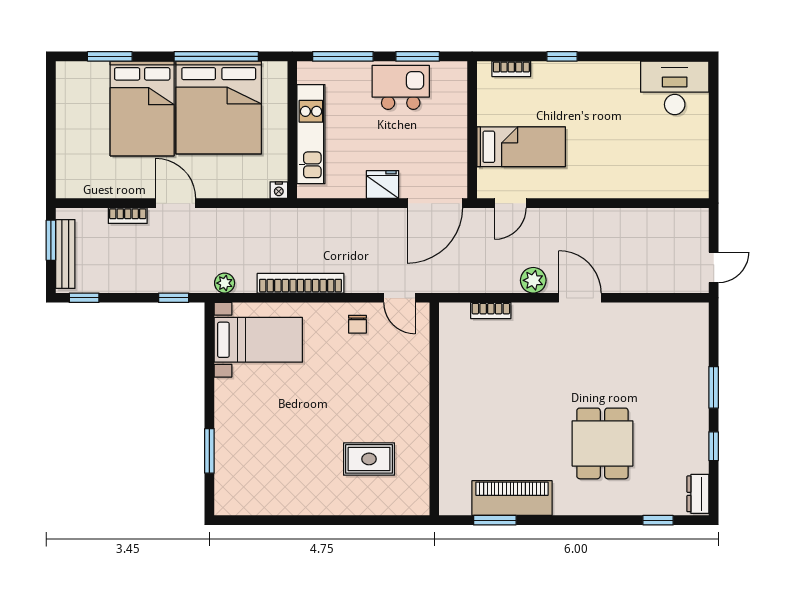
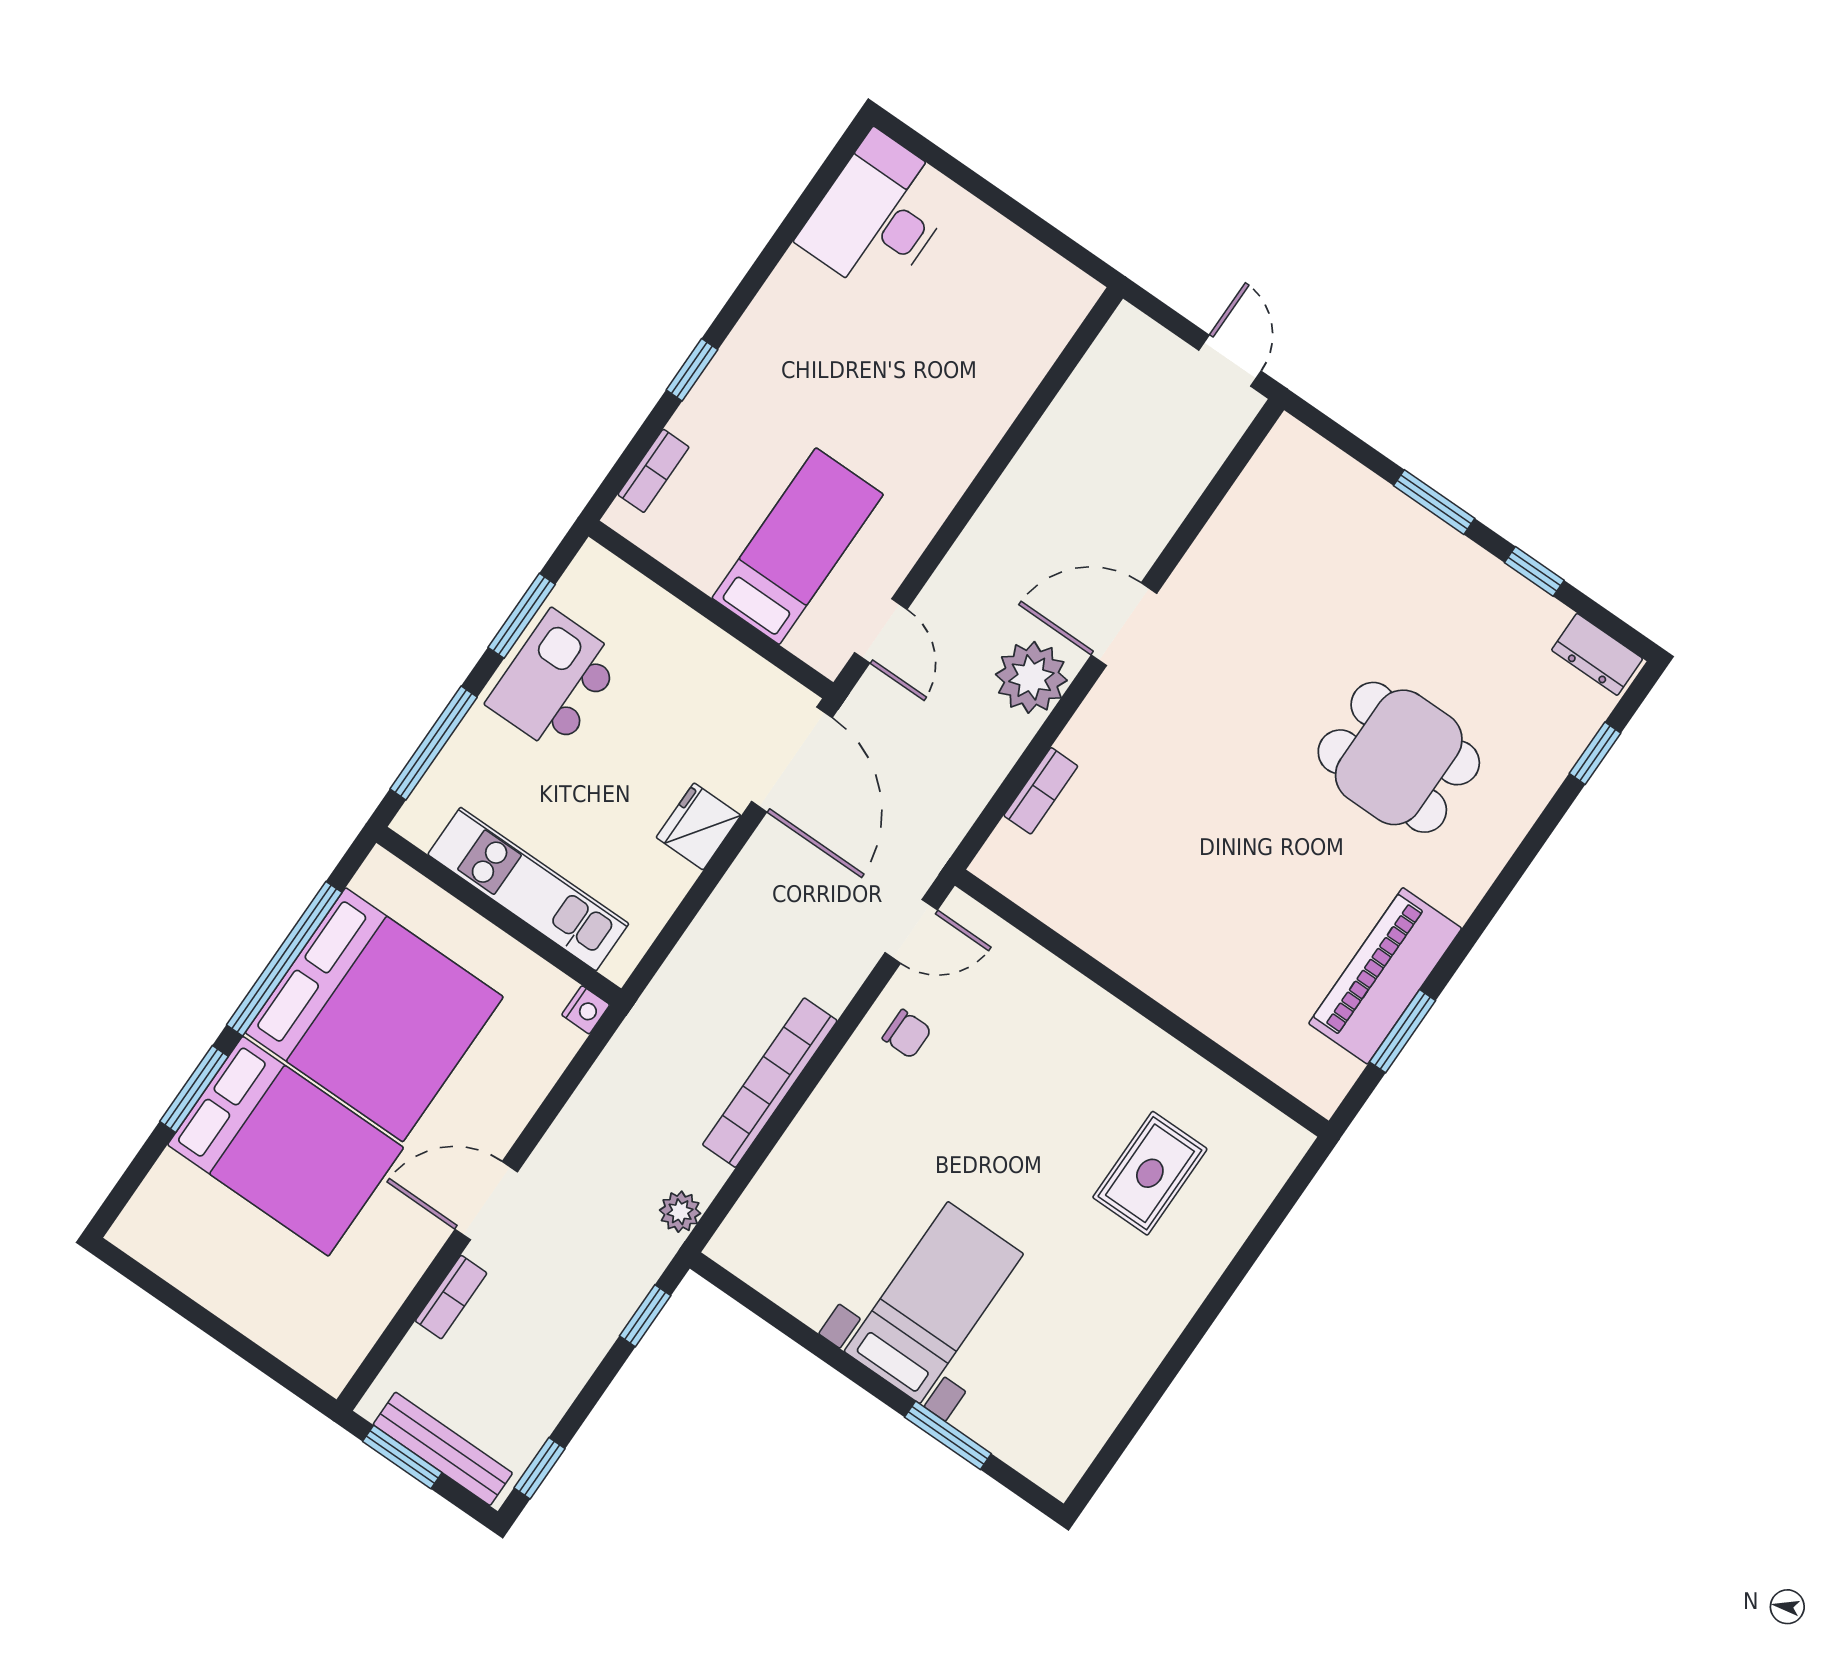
window: (110, 56) -> (194, 1089), moved
plant: (533, 280) -> (1031, 677), width x1.36, depth x1.36
bed with nightstands: (258, 340) -> (934, 1303), moved

